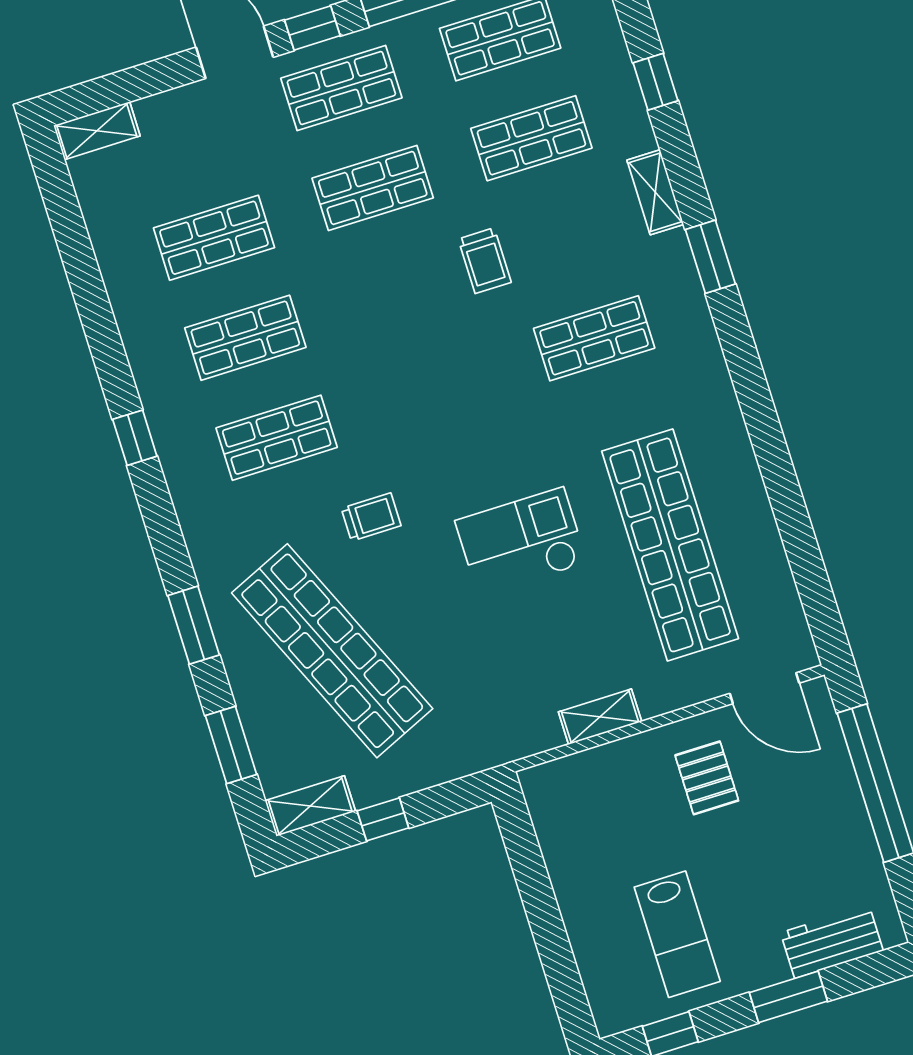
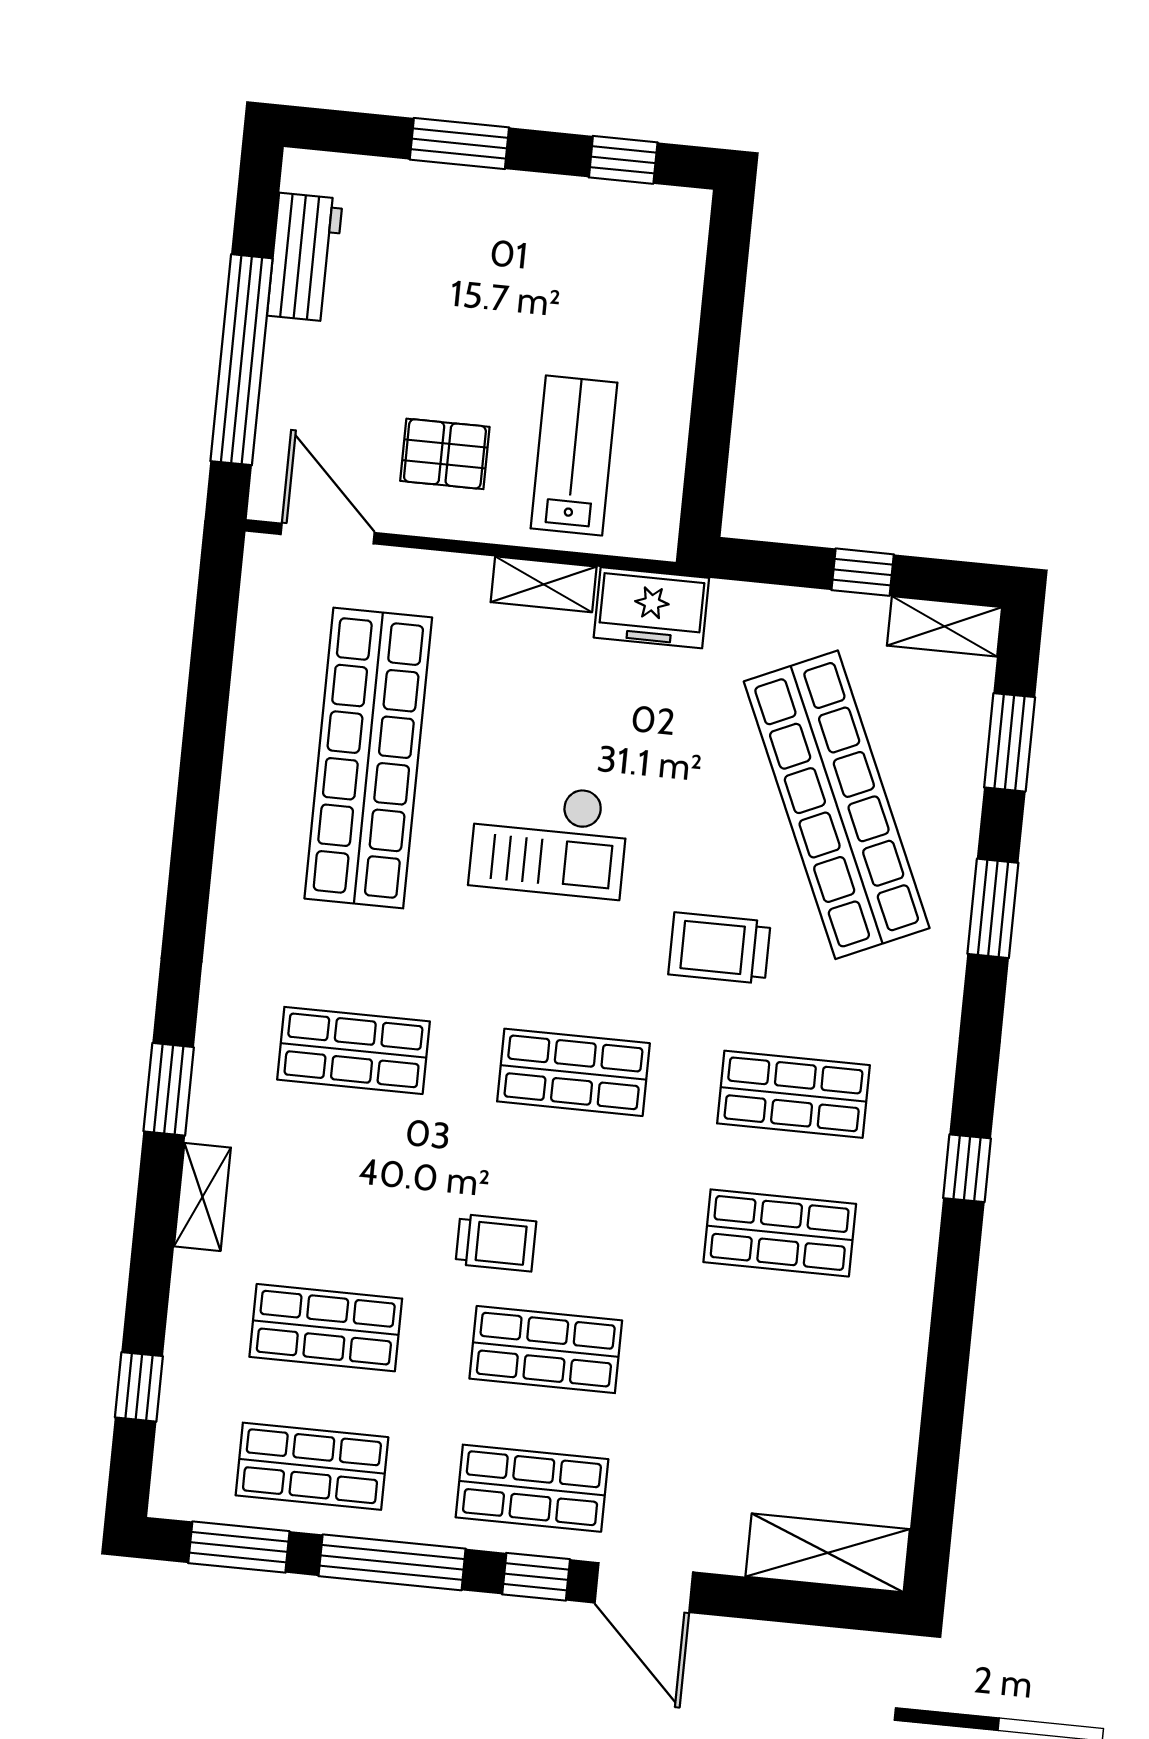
window: (656, 82) -> (139, 1387), moved
shelving: (97, 131) -> (828, 1553), width x1.50, depth x1.33
shop shelf: (214, 238) -> (573, 1072), moved
trolley: (485, 261) -> (496, 1243), moved, turned 90
trolley: (371, 517) -> (719, 948), width x1.36, depth x1.39
freezer: (519, 732) -> (651, 608), added
pallet: (707, 778) -> (445, 454), turned 90
lab bench: (677, 934) -> (574, 455), moved
workbench: (832, 942) -> (305, 257), moved, turned -90

